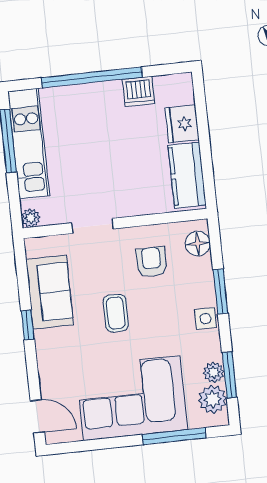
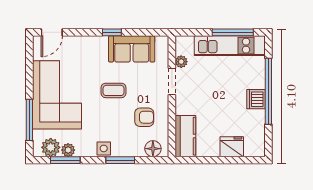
dishwasher: (138, 91) -> (256, 99), moved
kitchen counter: (187, 175) -> (185, 136), moved, turned 90
plant: (31, 218) -> (181, 62), moved

